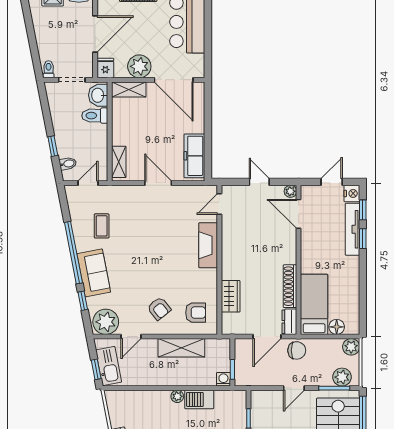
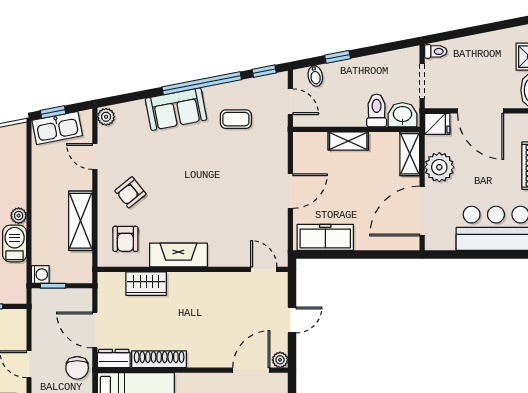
shelving: (119, 162) -> (348, 141), moved
fireplace: (208, 245) -> (178, 255), moved
window: (83, 301) -> (264, 71), moved
plant: (106, 322) -> (106, 117), width x0.53, depth x0.53

